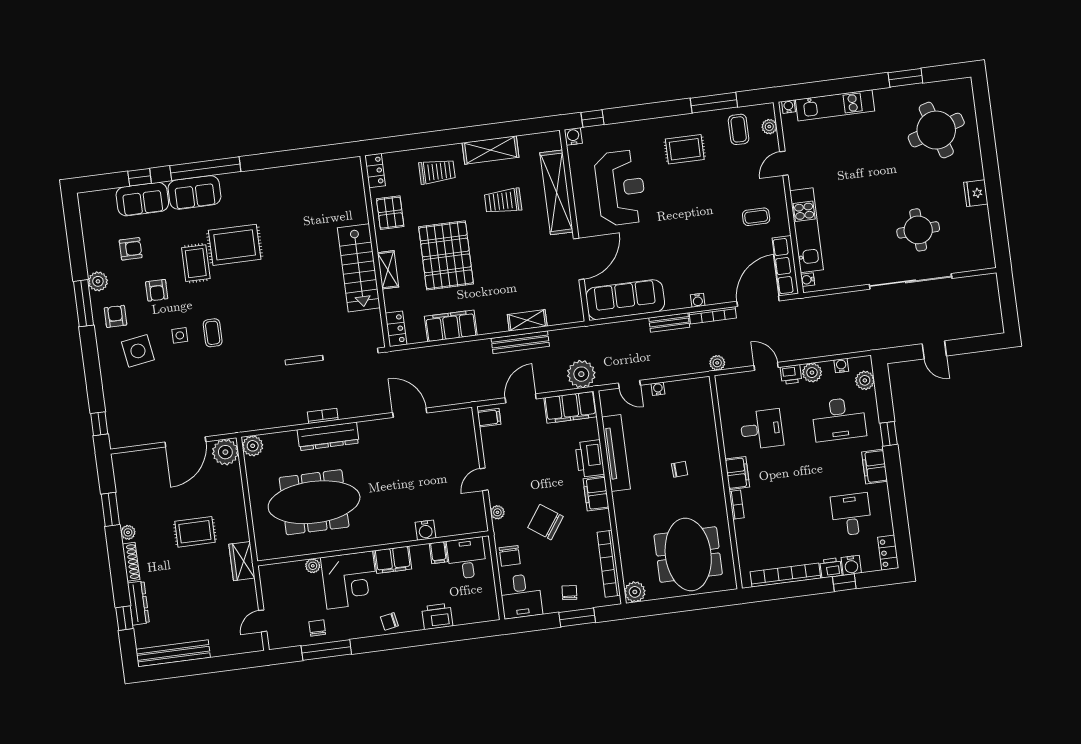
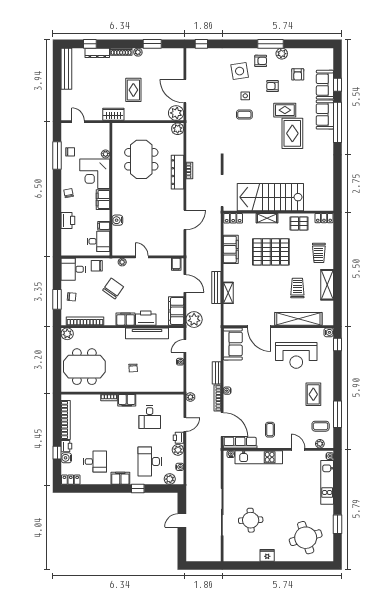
stairs: (359, 268) -> (270, 197), width x1.36, depth x1.51
sofa: (625, 300) -> (233, 344), width x0.73
meeting table: (314, 502) -> (141, 159), width x0.73

